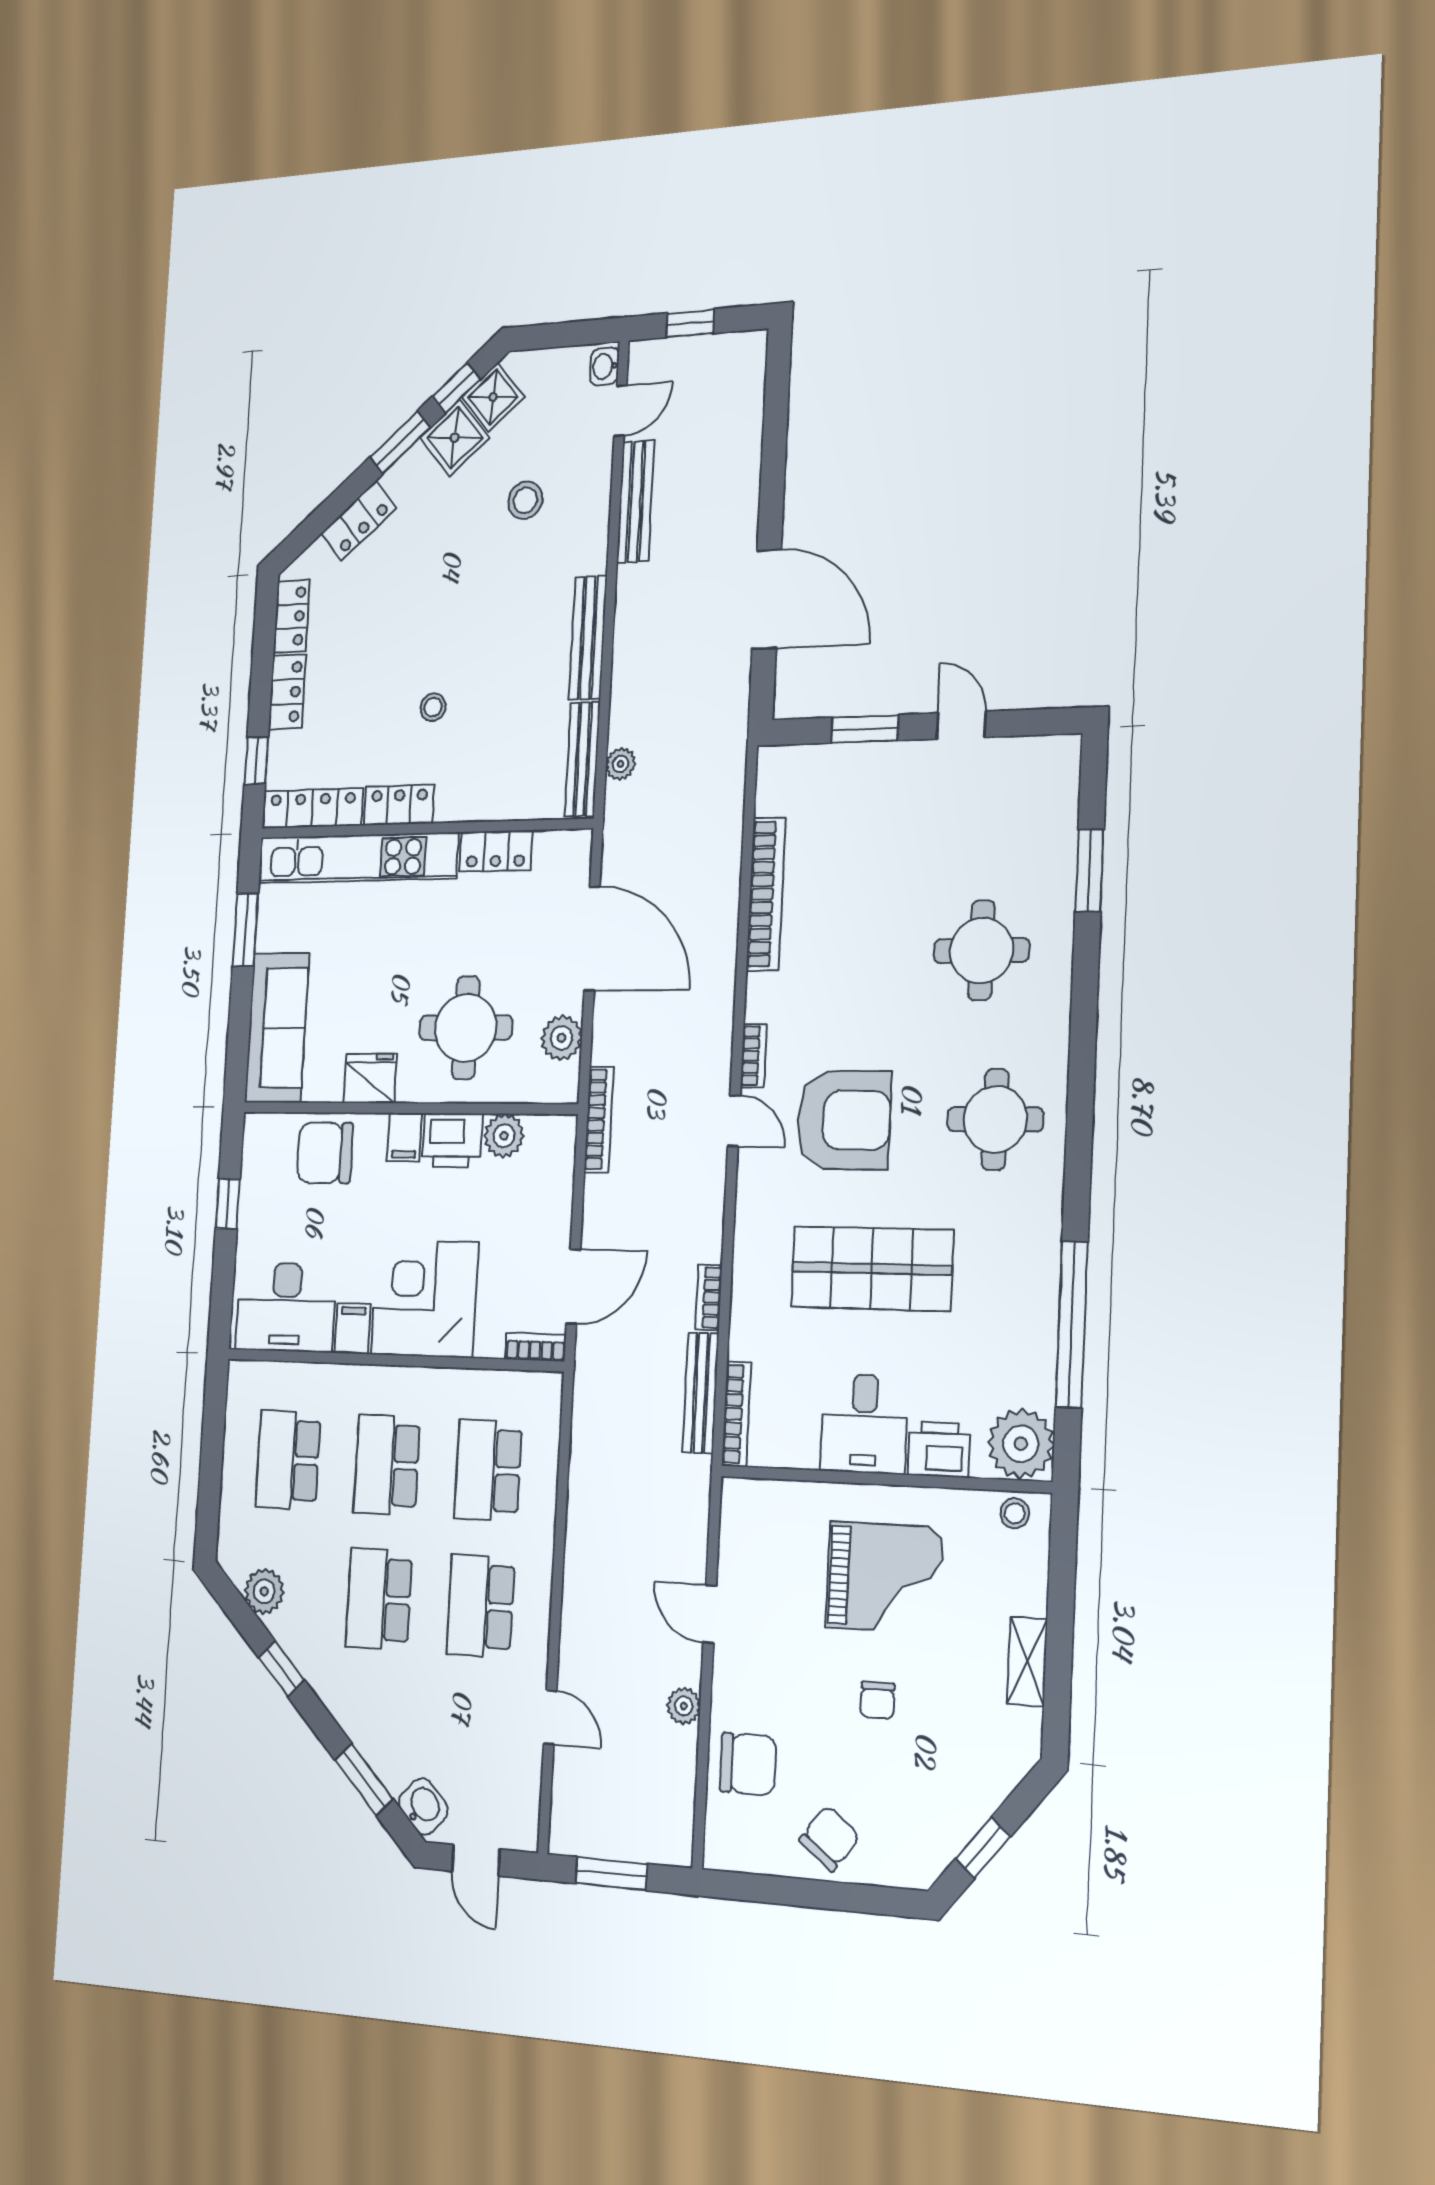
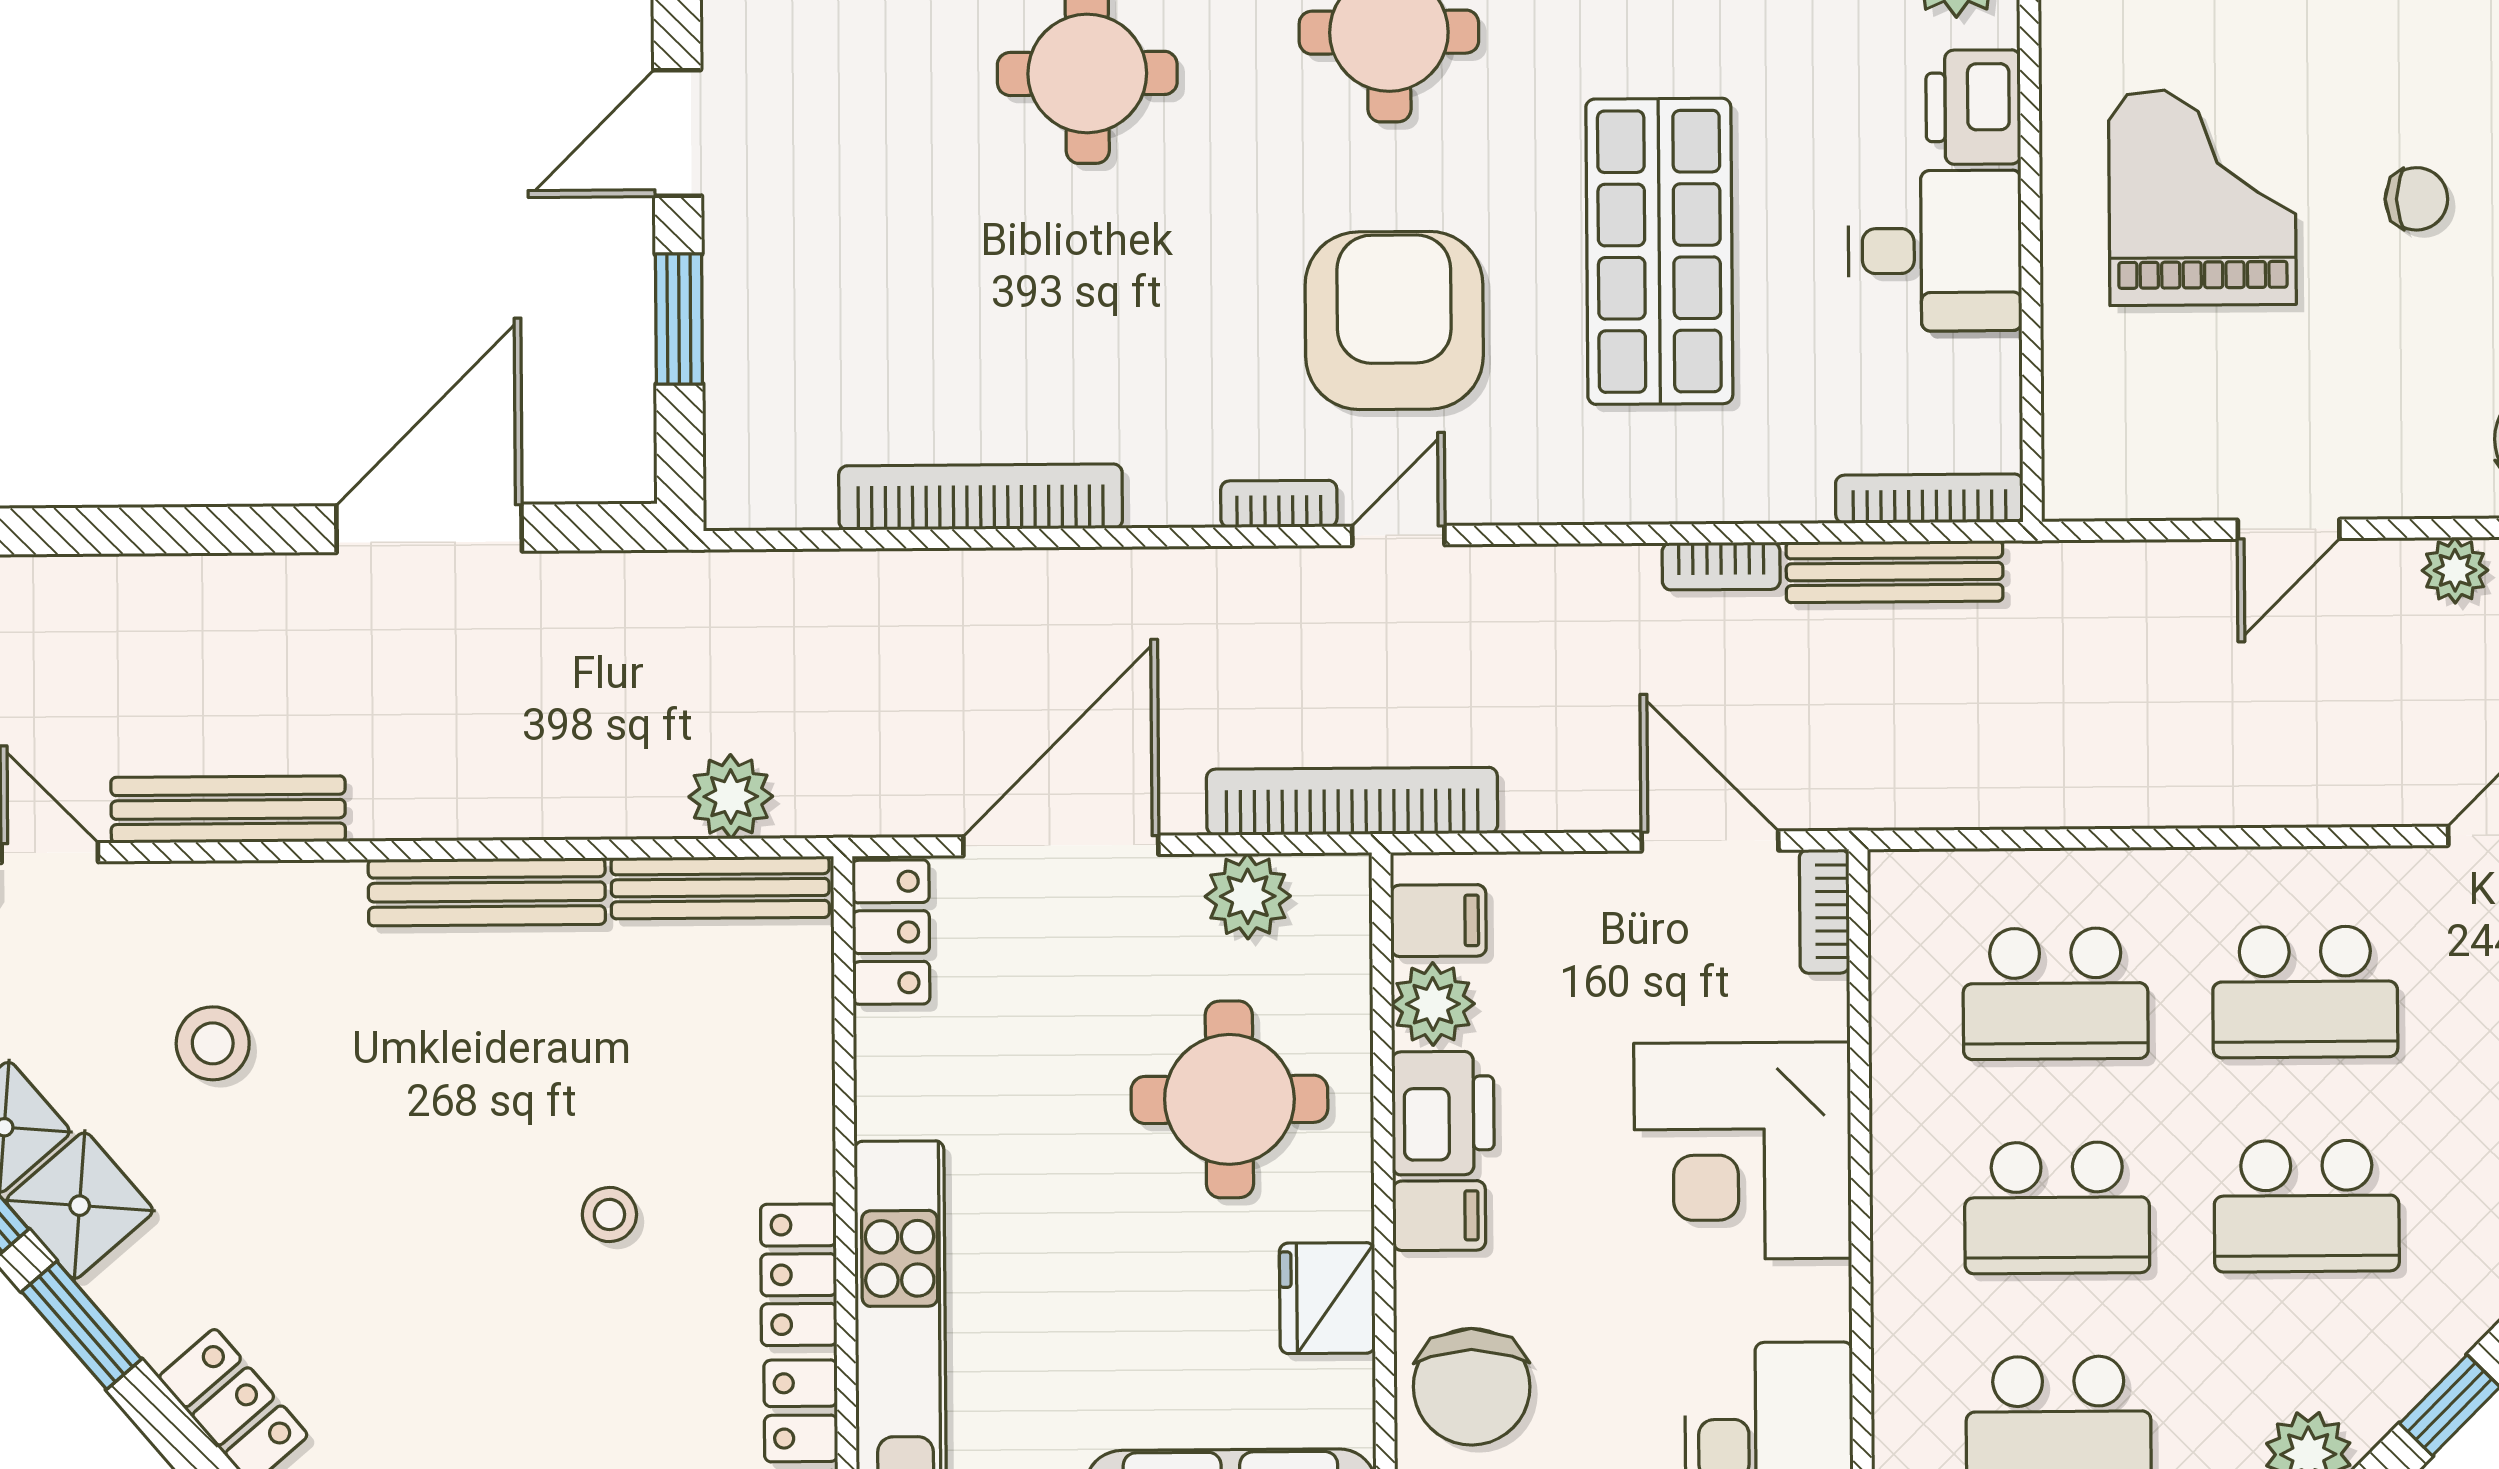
door: (961, 725) -> (678, 133), width x1.38
plant: (621, 764) -> (731, 797), width x1.38, depth x1.38
locker: (496, 851) -> (891, 932), moved
bookcase: (599, 1119) -> (1352, 801), width x1.48, depth x1.31
filing cabinet: (353, 1328) -> (1438, 921), moved, turned 180

